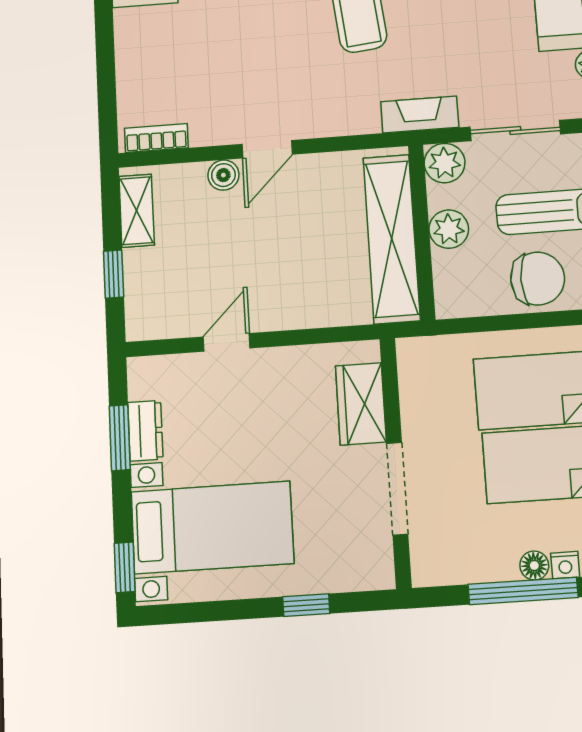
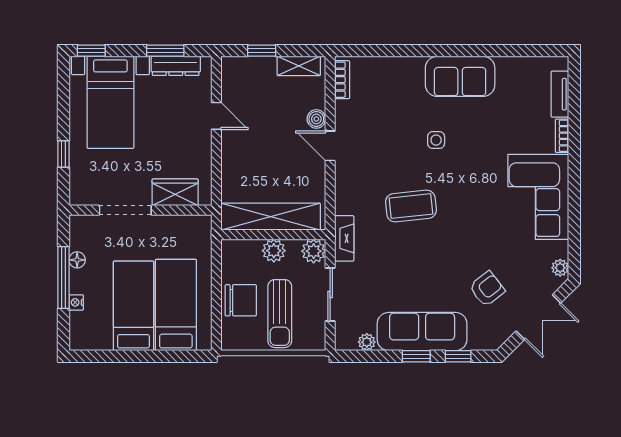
chair: (538, 279) -> (241, 300), turned -90
dresser: (145, 431) -> (176, 66), width x1.44
floor lamp: (534, 565) -> (77, 260), moved

